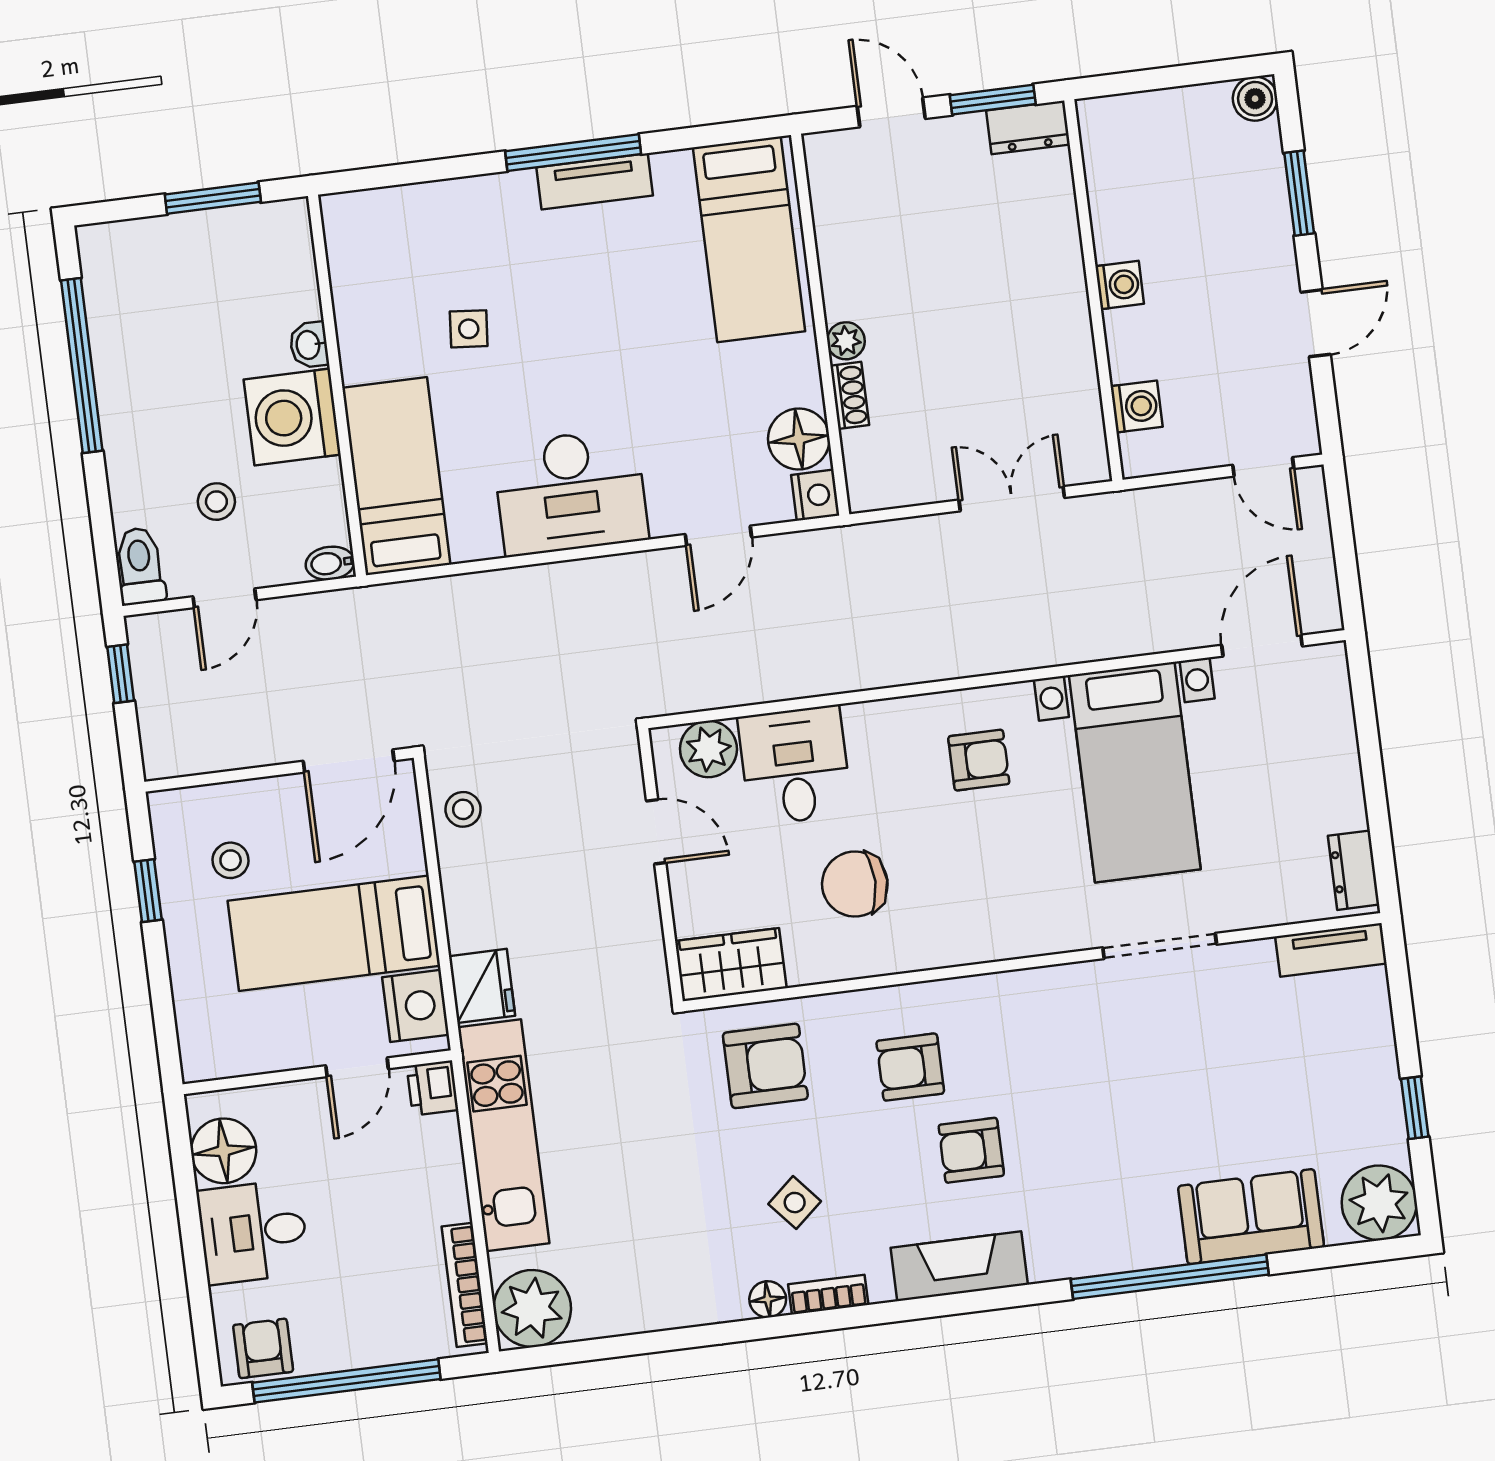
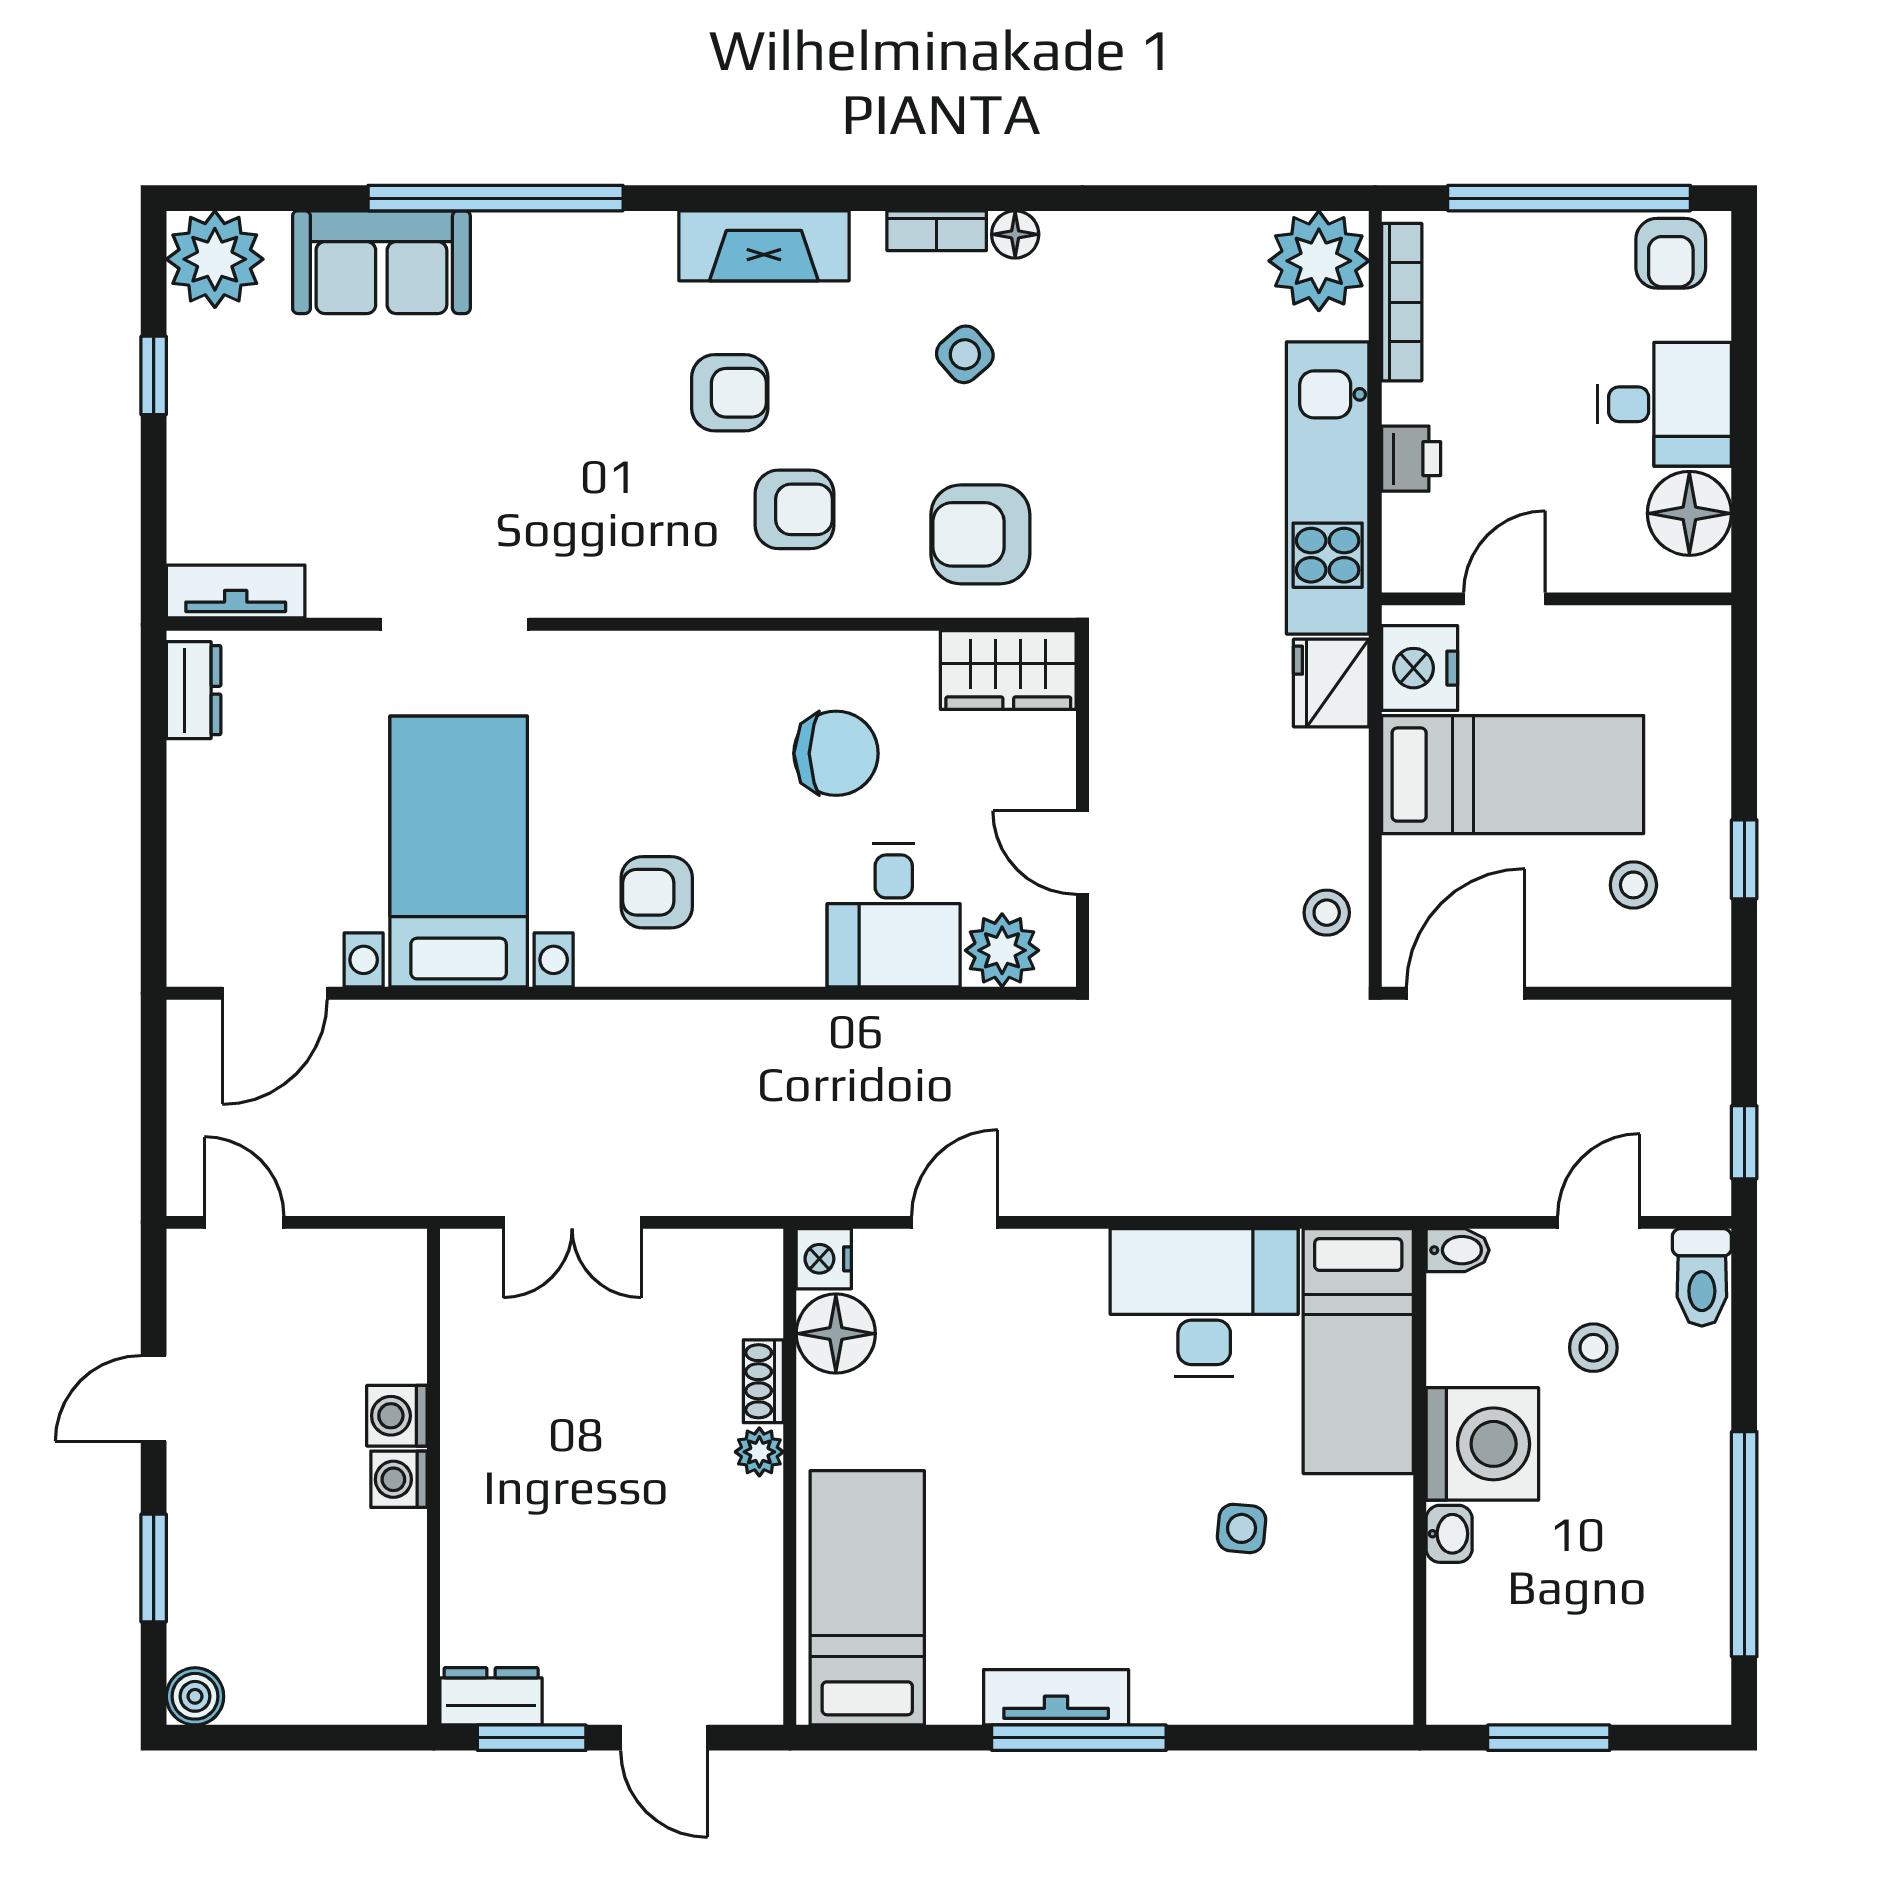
washing machine: (1137, 407) -> (397, 1416), moved
desk: (570, 492) -> (1204, 1303), moved
printer: (432, 1088) -> (1411, 459), moved

